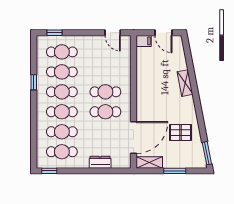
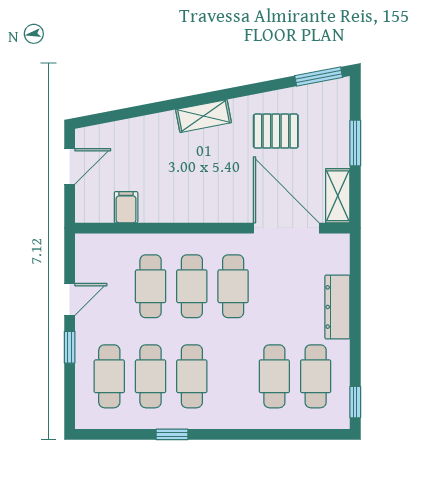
window: (54, 33) -> (70, 347), moved
door: (113, 33) -> (70, 299), moved
filing cabinet: (144, 41) -> (126, 207), moved
shelving: (185, 83) -> (203, 116), moved
cafe table: (62, 112) -> (151, 286), moved
pallet: (181, 132) -> (276, 131), turned 90
dresser: (100, 162) -> (337, 307), width x1.44

